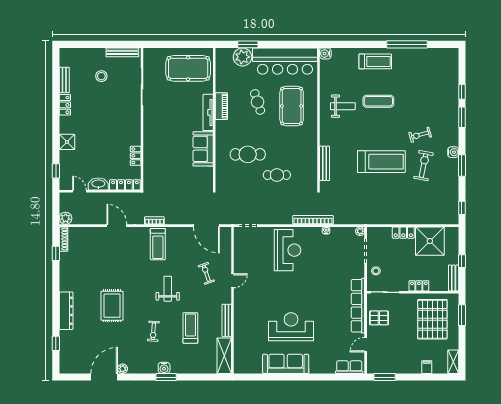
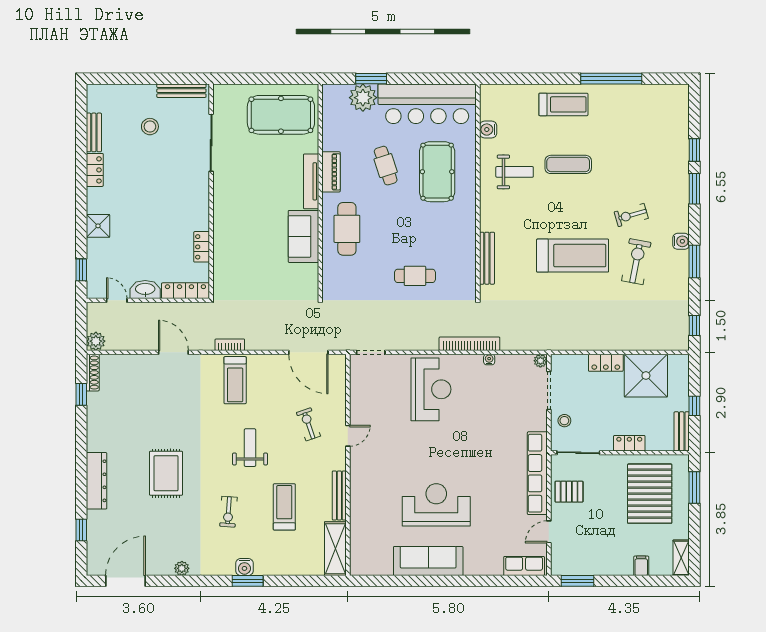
water cooler: (325, 53) -> (488, 130), moved
cafe table: (248, 154) -> (347, 229), moved, turned 90
door: (104, 377) -> (126, 581), moved

